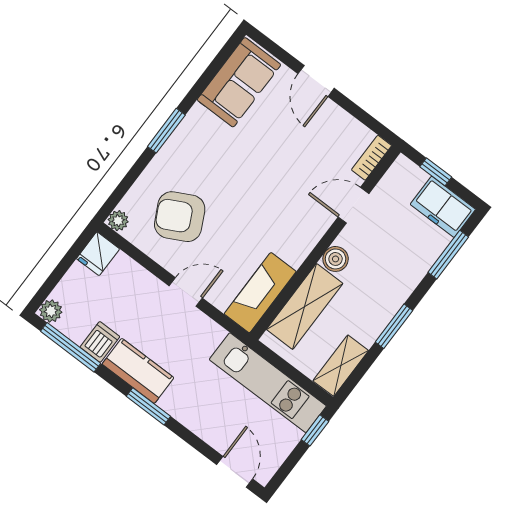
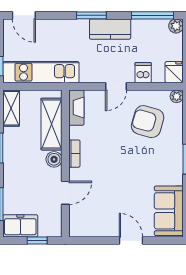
bookcase: (372, 158) -> (74, 154), moved
armchair: (180, 217) -> (148, 122), turned -137
fireplace: (260, 293) -> (76, 108), width x0.73, depth x0.76
dishwasher: (100, 342) -> (143, 73), moved, turned 180

